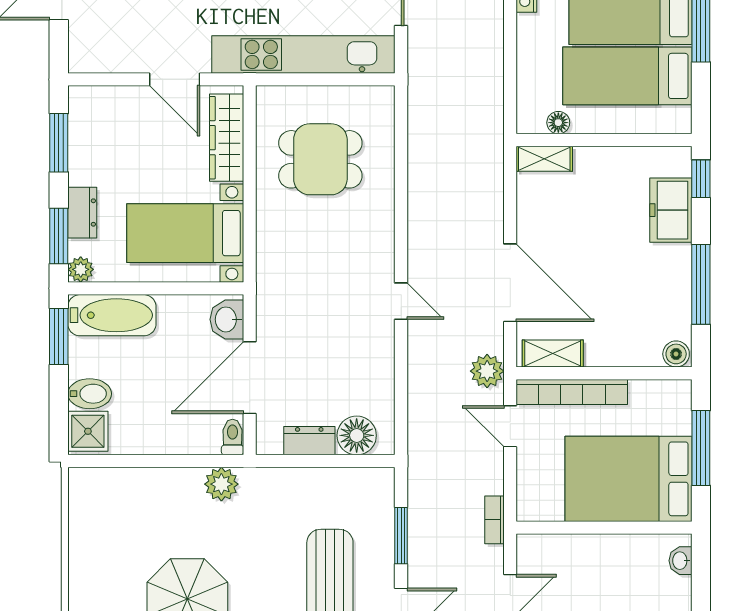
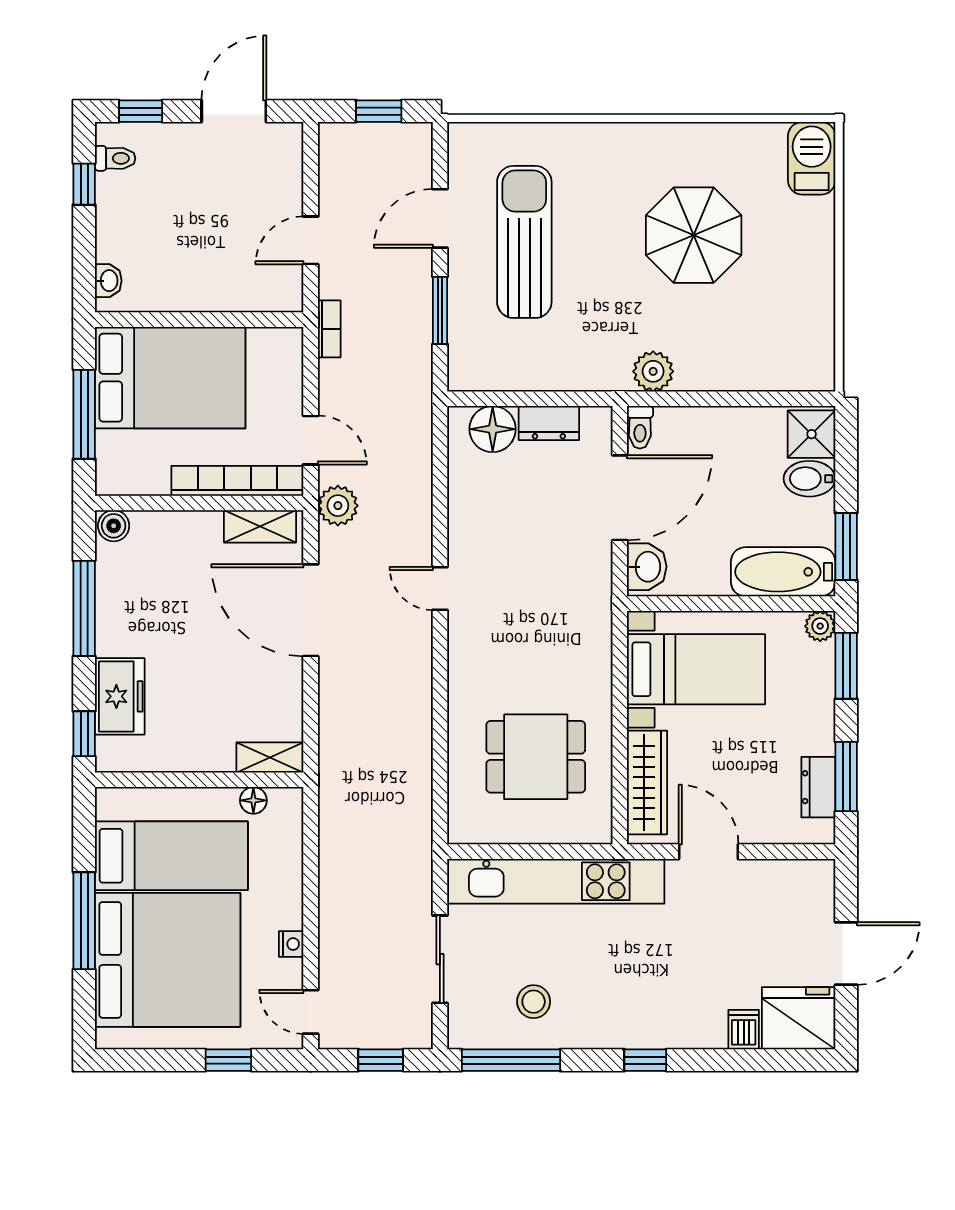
dresser: (82, 213) -> (818, 787), moved

